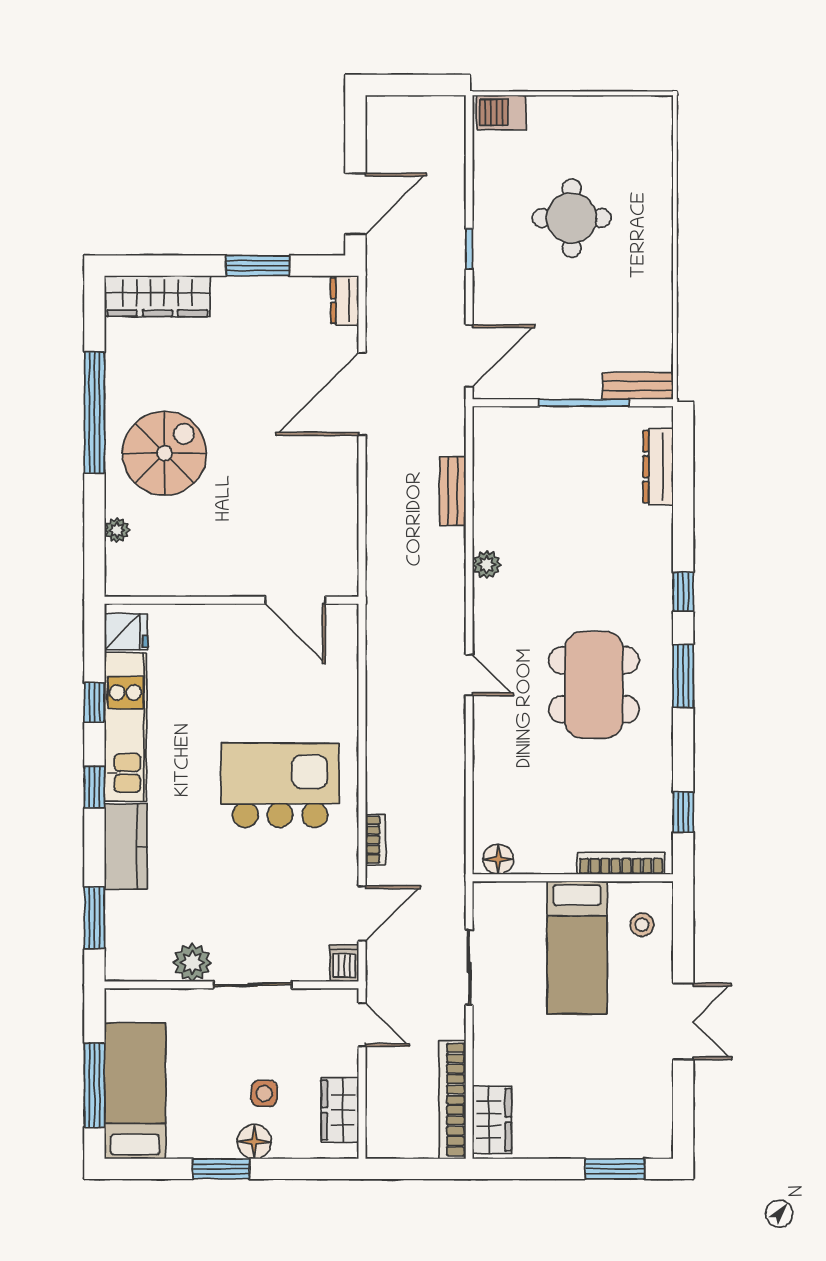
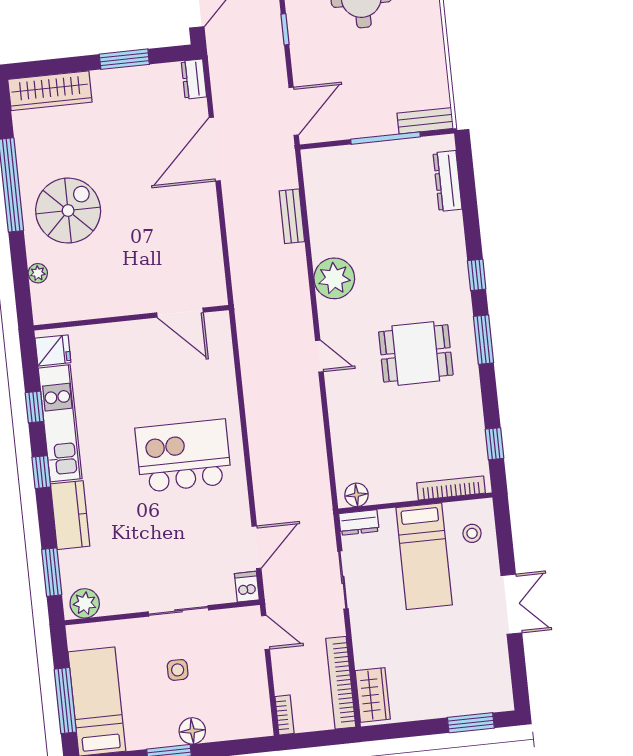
plant: (487, 565) -> (334, 278), width x1.88, depth x1.88
dining table: (594, 685) -> (416, 353), width x0.73
bookcase: (375, 840) -> (285, 715), moved
dresser: (498, 895) -> (359, 522), added
plant: (192, 962) -> (85, 603), moved
side table: (264, 1093) -> (178, 670), moved
wardrobe: (340, 1110) -> (255, 700), removed

